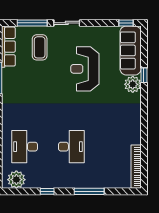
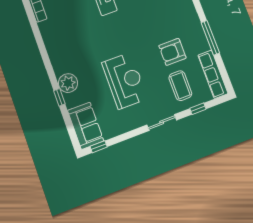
window: (32, 23) -> (198, 109), width x0.46
sofa: (131, 50) -> (86, 126), width x0.73
armchair: (36, 78) -> (172, 52), added

